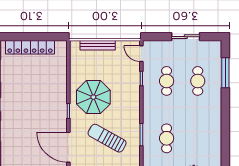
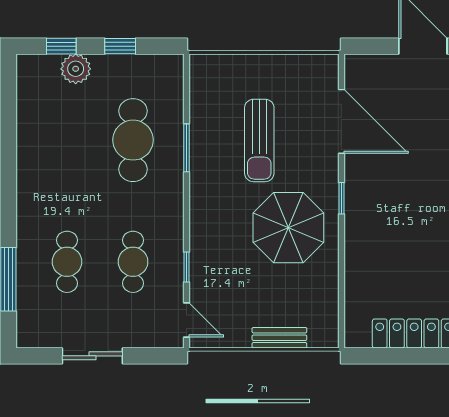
bench: (98, 45) -> (279, 338), width x0.73
sun lounger: (107, 138) -> (259, 140), turned 61
cafe table: (167, 138) -> (133, 140), width x1.37, depth x1.35

